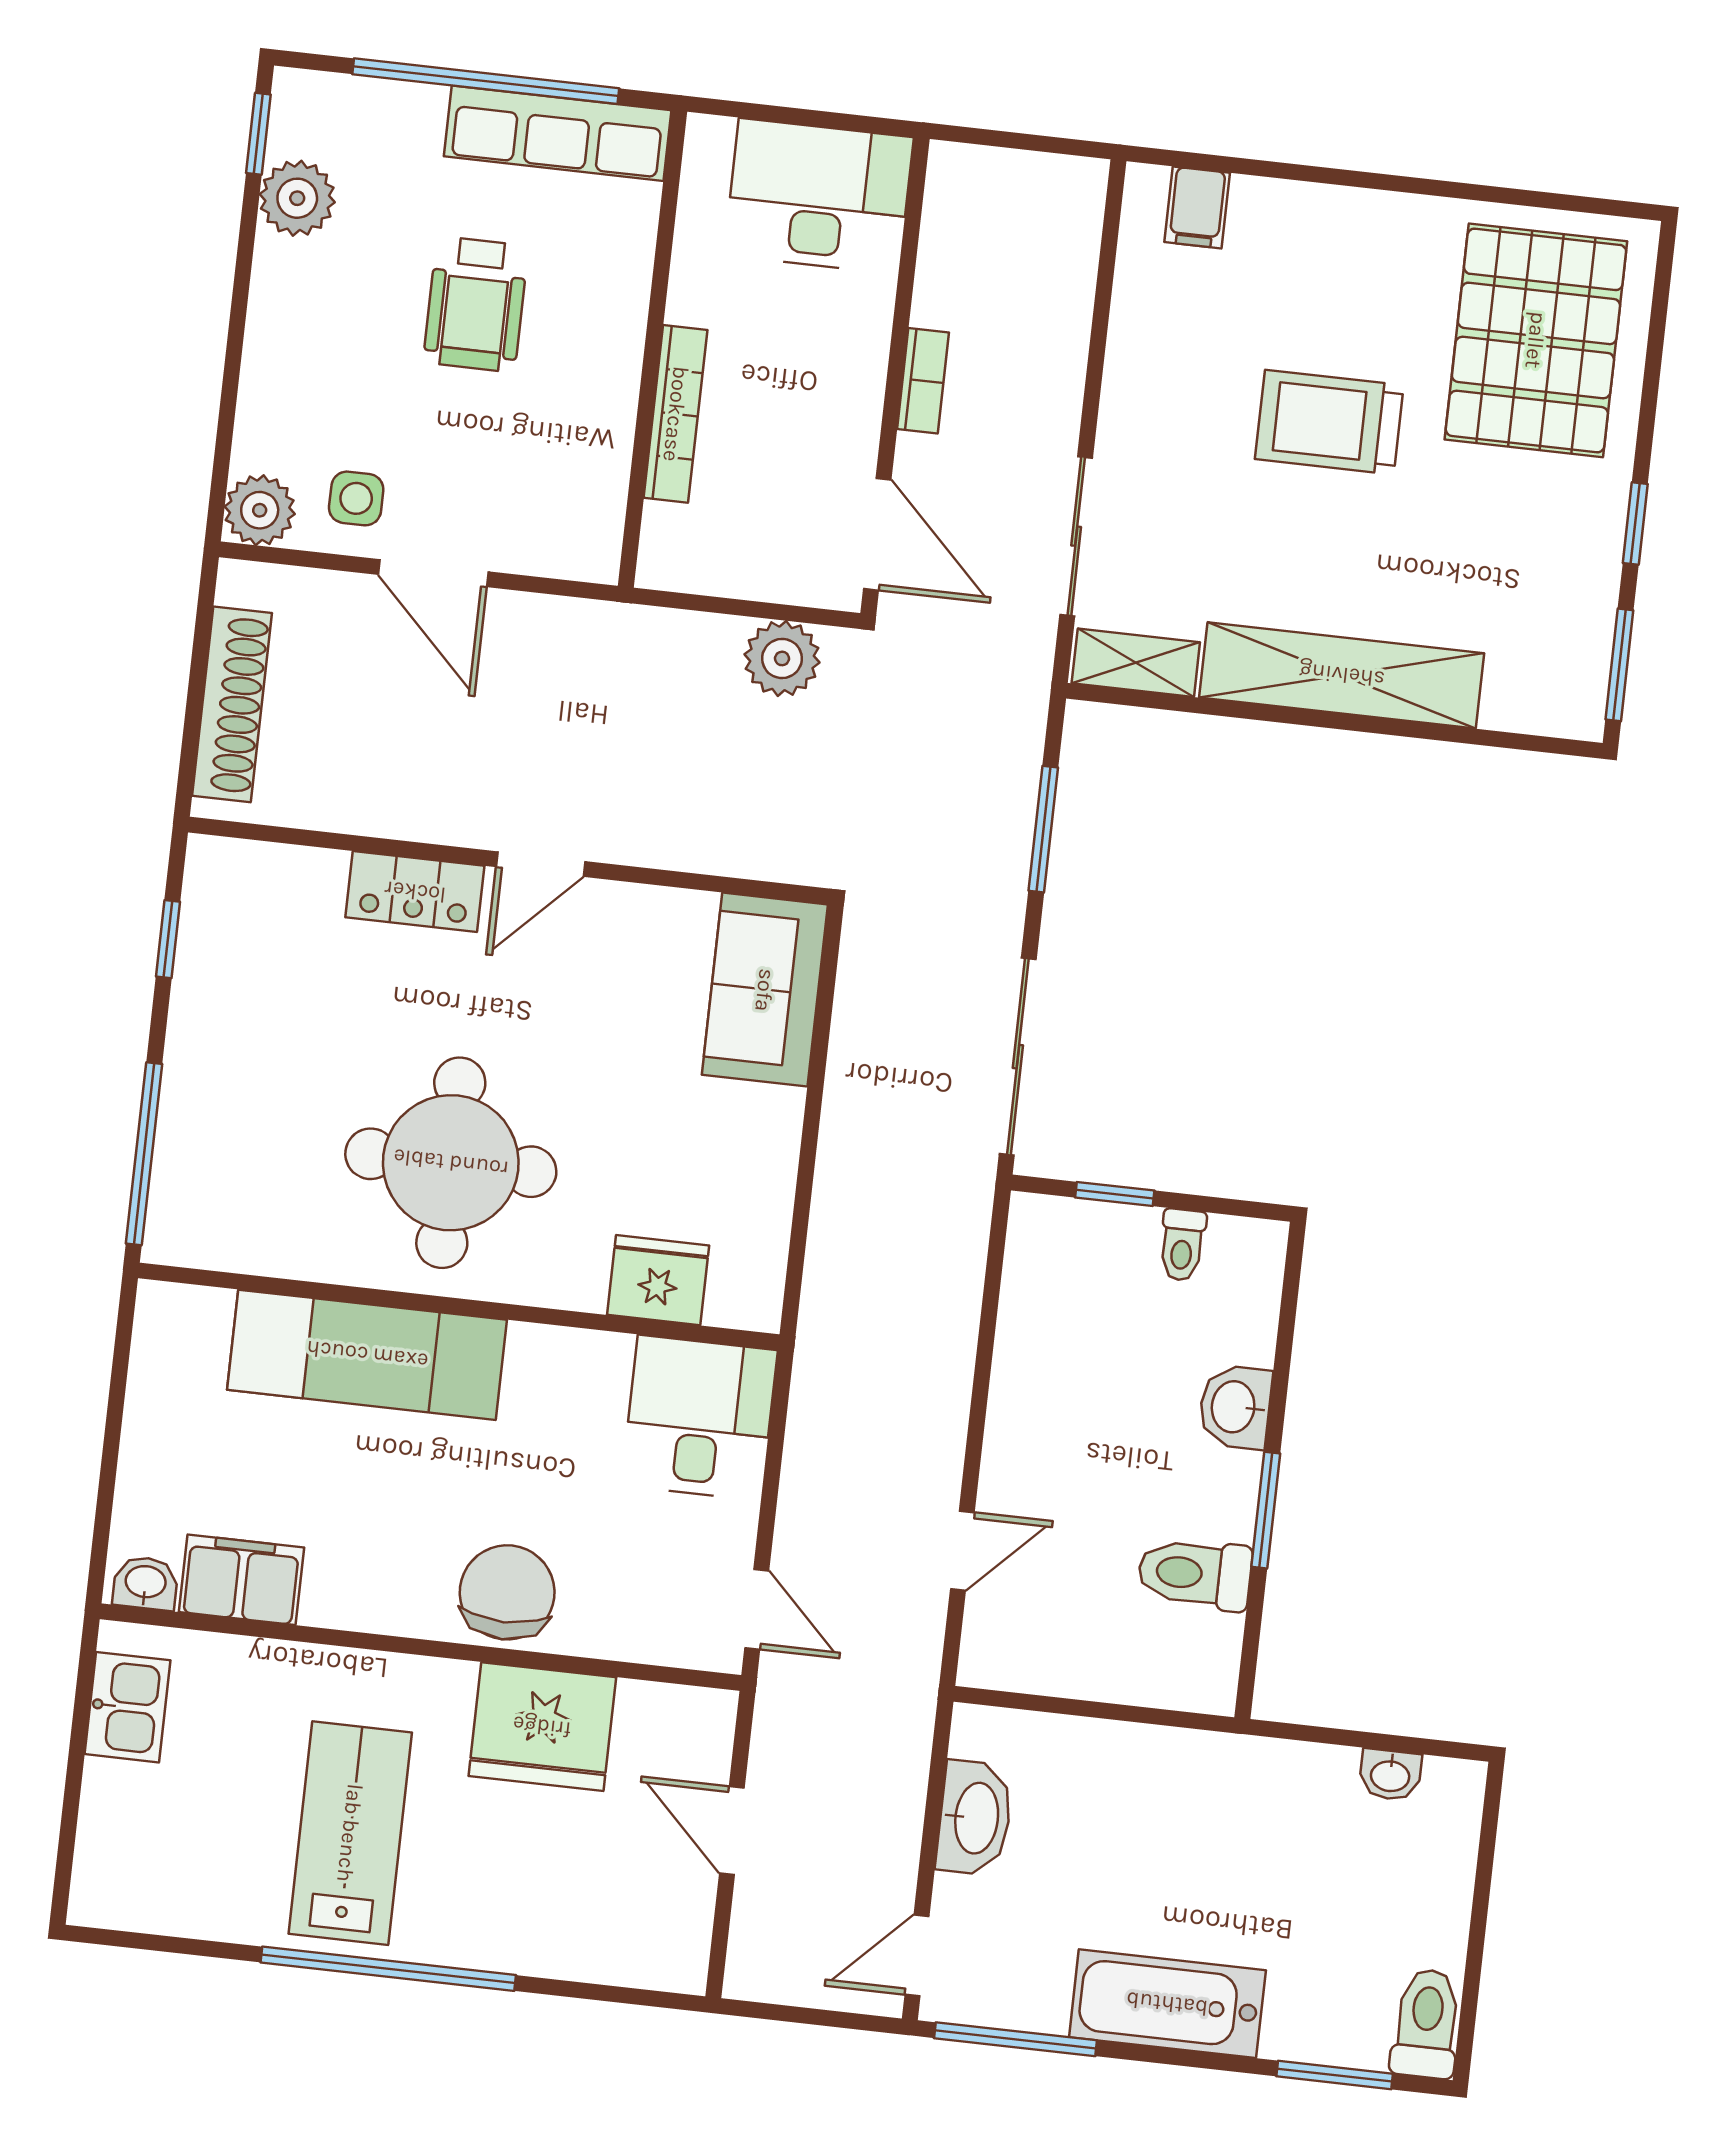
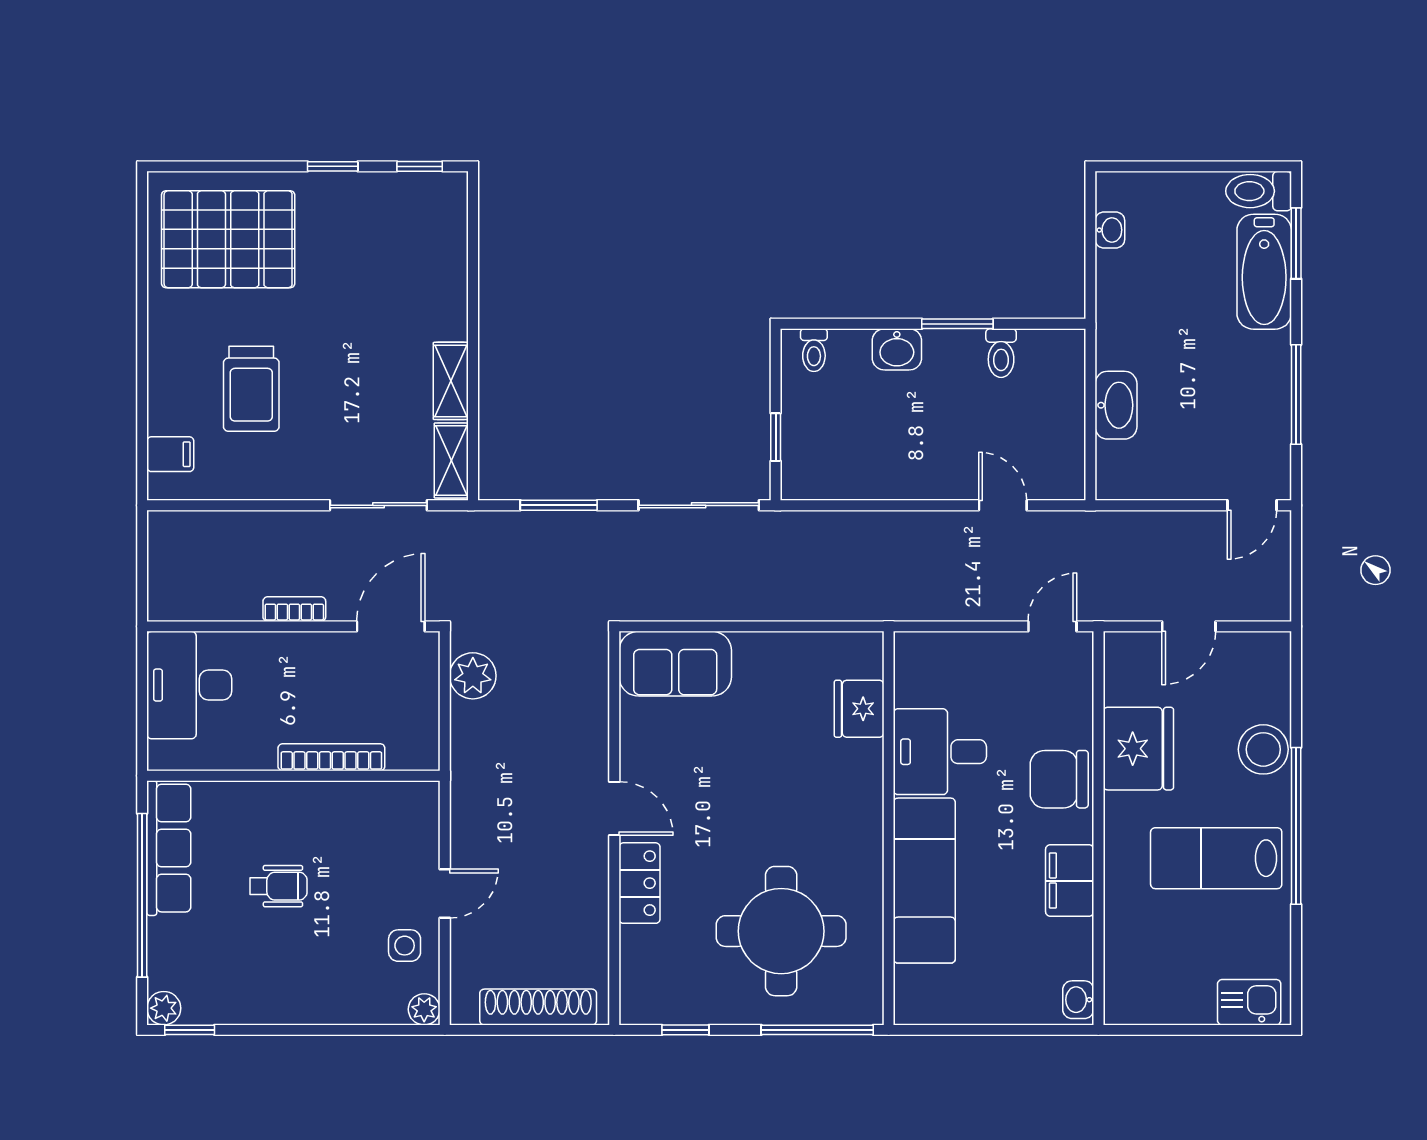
plant: (297, 198) -> (164, 1008), moved, width x0.73, depth x0.73
wheelchair: (476, 304) -> (278, 886), width x0.73, depth x0.73
trolley: (1329, 422) -> (251, 389), moved
plant: (260, 510) -> (424, 1009), width x0.73, depth x0.73
door: (433, 573) -> (445, 894), width x0.73
window: (1619, 665) -> (420, 166), width x0.67
shelving: (1342, 675) -> (451, 381), width x0.45, depth x0.75
round table: (451, 1163) -> (781, 931), moved
toilet: (1182, 1245) -> (814, 350), moved, turned 90
desk: (699, 1418) -> (940, 752), moved
toilet: (1195, 1574) -> (1001, 353), width x0.73, depth x0.72
filing cabinet: (241, 1580) -> (1070, 881), moved
kitchen sink: (127, 1707) -> (1249, 1002), moved
washbasin: (975, 1818) -> (1116, 405), moved, turned 90
stool: (518, 1929) -> (1263, 749), added
door: (917, 1955) -> (1252, 505), hinge flipped
bathtub: (1167, 2004) -> (1264, 272), moved
window: (1015, 2039) -> (1296, 394), moved

